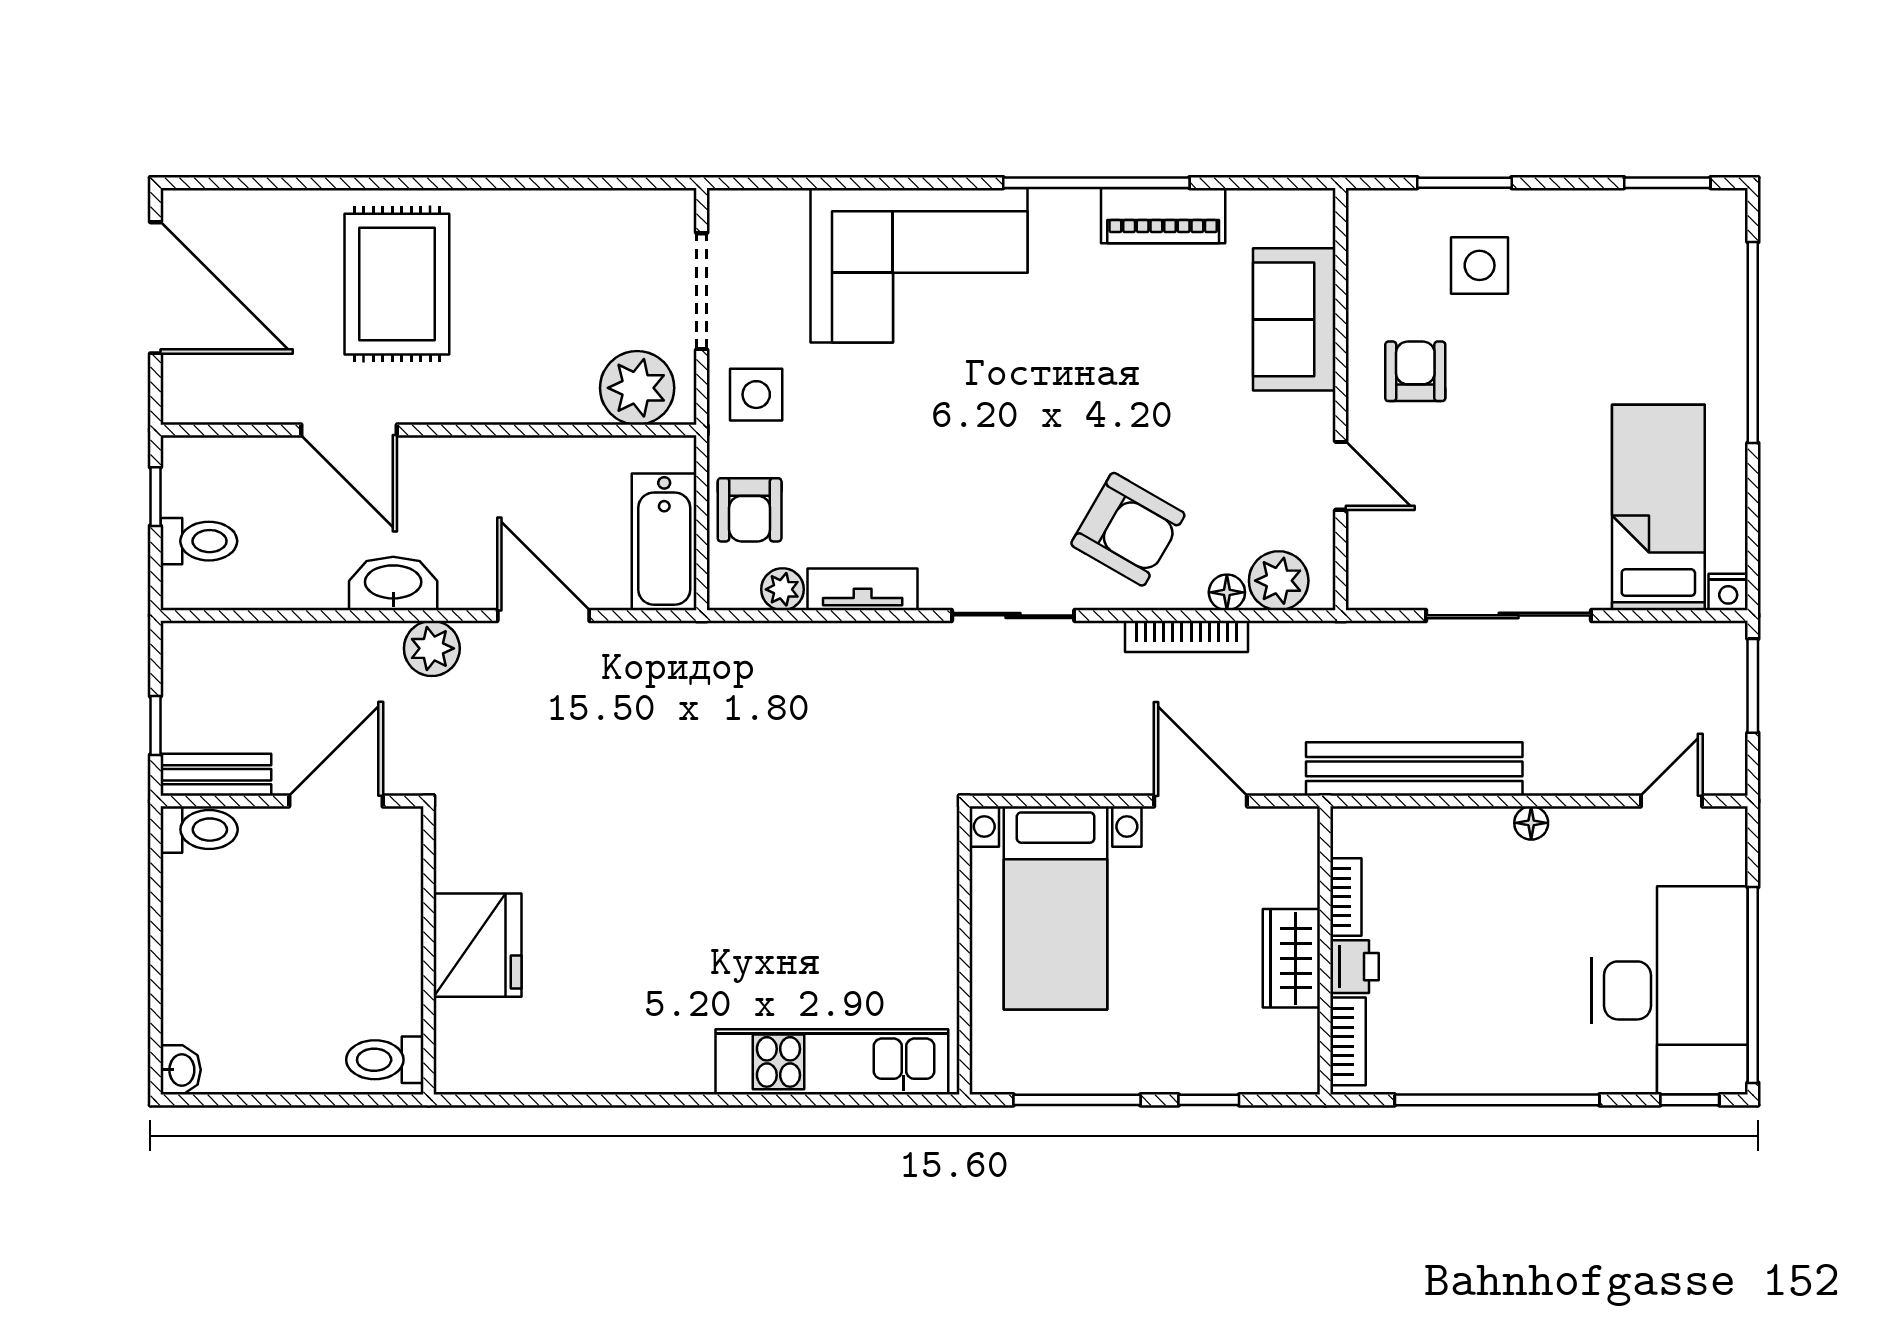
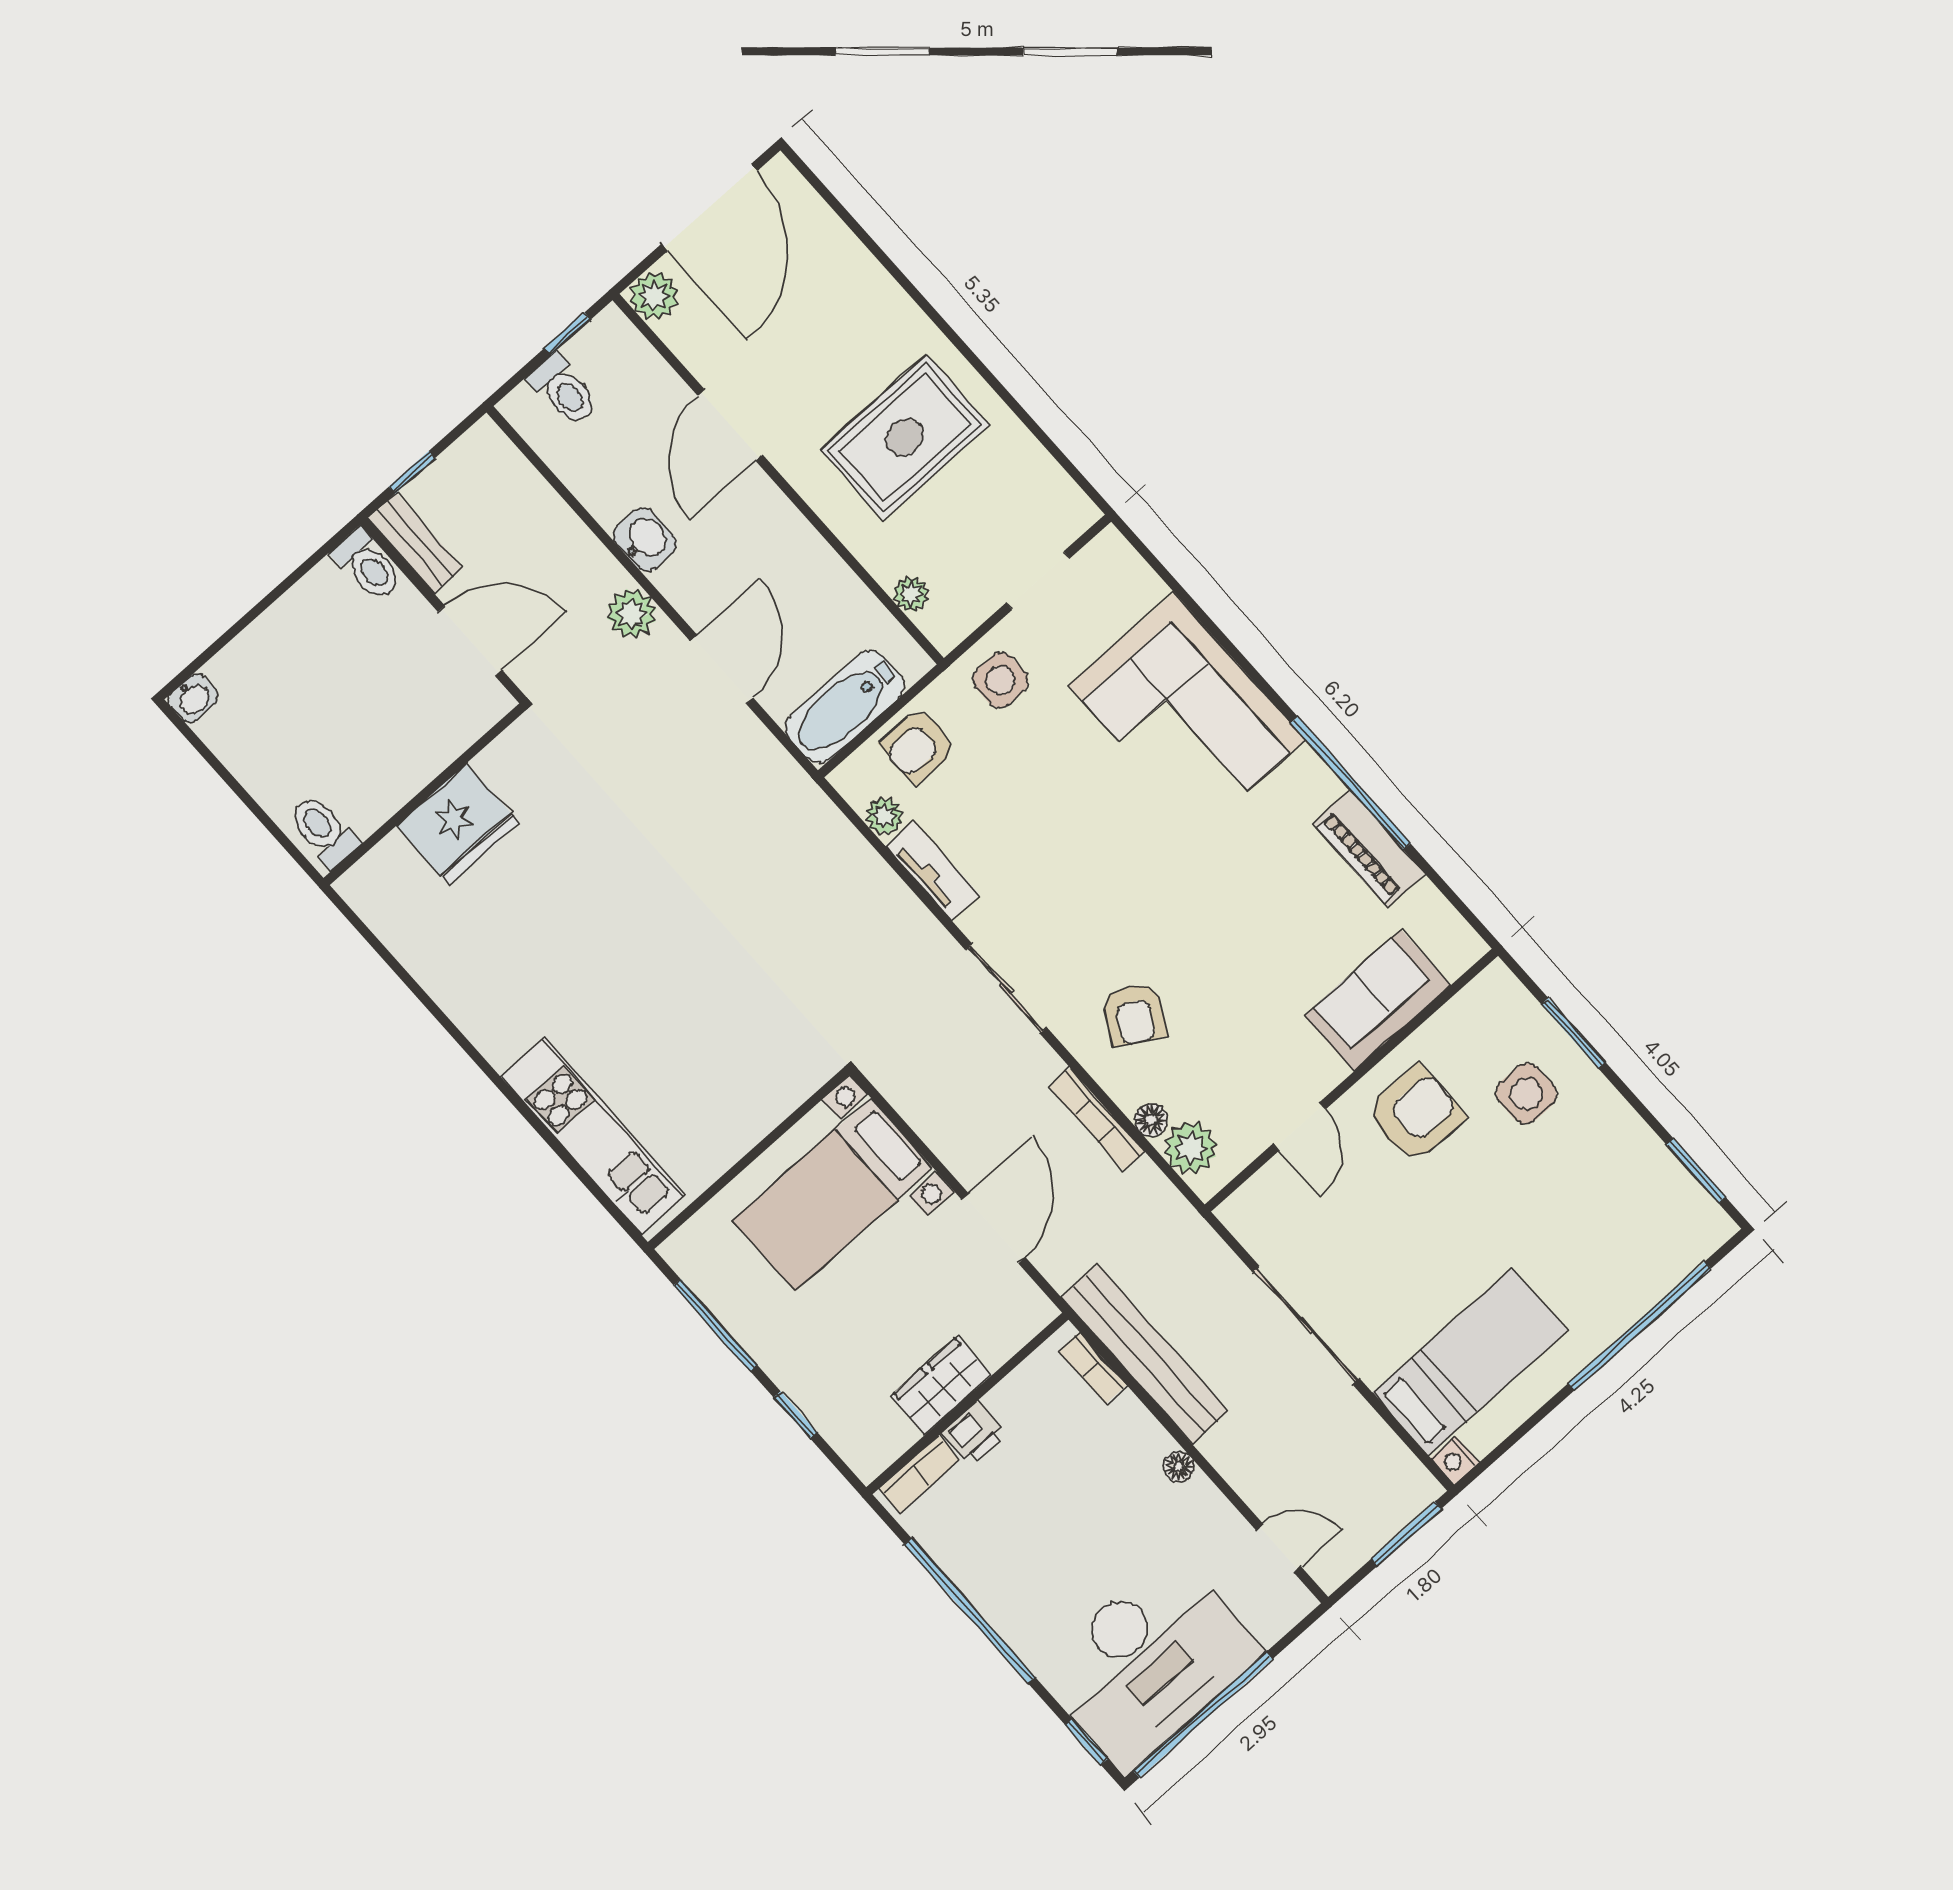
rug: (397, 284) -> (905, 437), moved
doorway: (702, 291) -> (1038, 581), width x0.73
armchair: (1415, 371) -> (1415, 1114), width x1.38, depth x1.38
plant: (637, 388) -> (911, 594), width x0.53, depth x0.53
plant: (188, 398) -> (654, 296), added
armchair: (1128, 529) -> (1134, 1014), width x0.72, depth x0.72
washbasin: (393, 584) -> (645, 540), width x0.72
bookcase: (1346, 897) -> (1093, 1368), moved, turned 90

